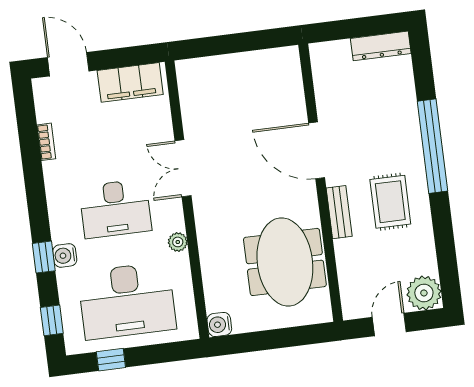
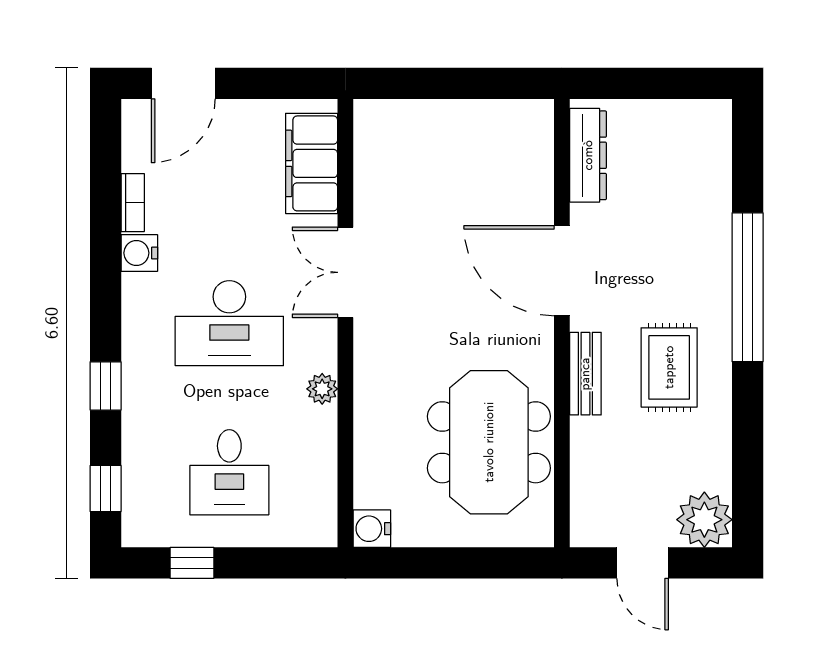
dresser: (381, 46) -> (588, 155), moved, turned -90
door: (68, 64) -> (183, 83), swing flipped
filing cabinet: (130, 82) -> (312, 163), moved, turned 90
water cooler: (65, 255) -> (139, 253), moved
desk: (127, 301) -> (229, 472), width x0.53, depth x0.77
door: (389, 324) -> (643, 563), swing flipped

